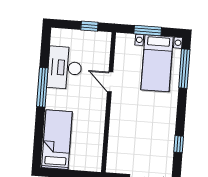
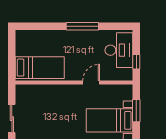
desk: (65, 68) -> (119, 50), moved, turned 90
bed: (57, 140) -> (40, 68), moved

